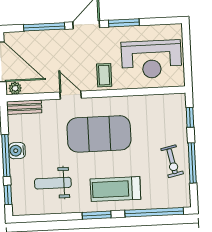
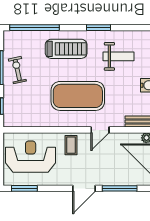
window: (124, 23) -> (24, 188), moved
door: (71, 95) -> (100, 130), hinge flipped
window: (97, 215) -> (99, 28), moved

